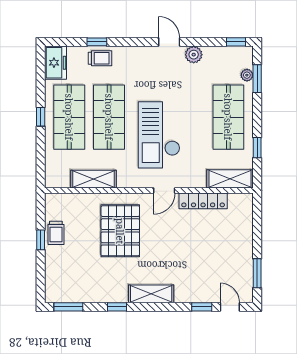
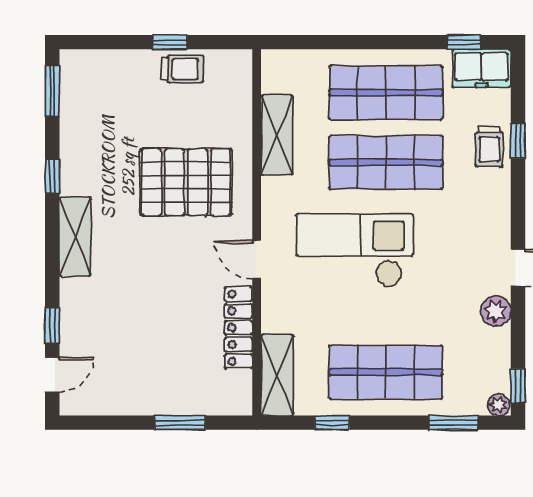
plant: (247, 75) -> (499, 405), moved
window: (41, 117) -> (464, 42), moved
trolley: (56, 233) -> (182, 69), turned 180
window: (257, 273) -> (180, 423), moved

